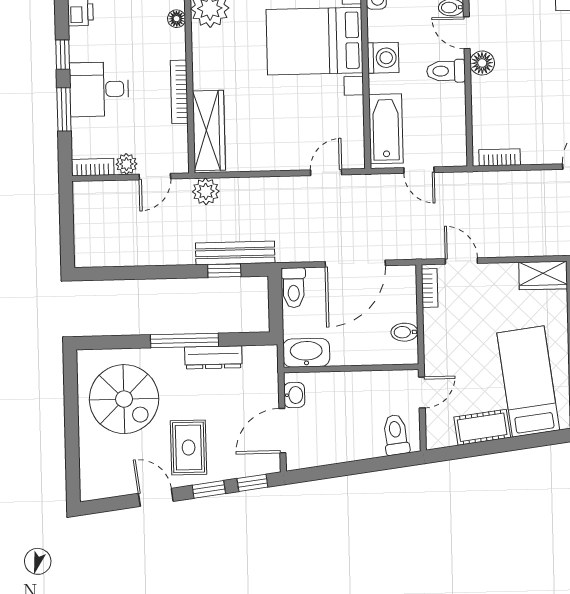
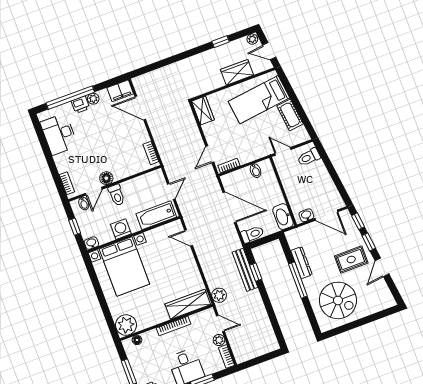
spiral stairs: (124, 399) -> (338, 300), turned 90

